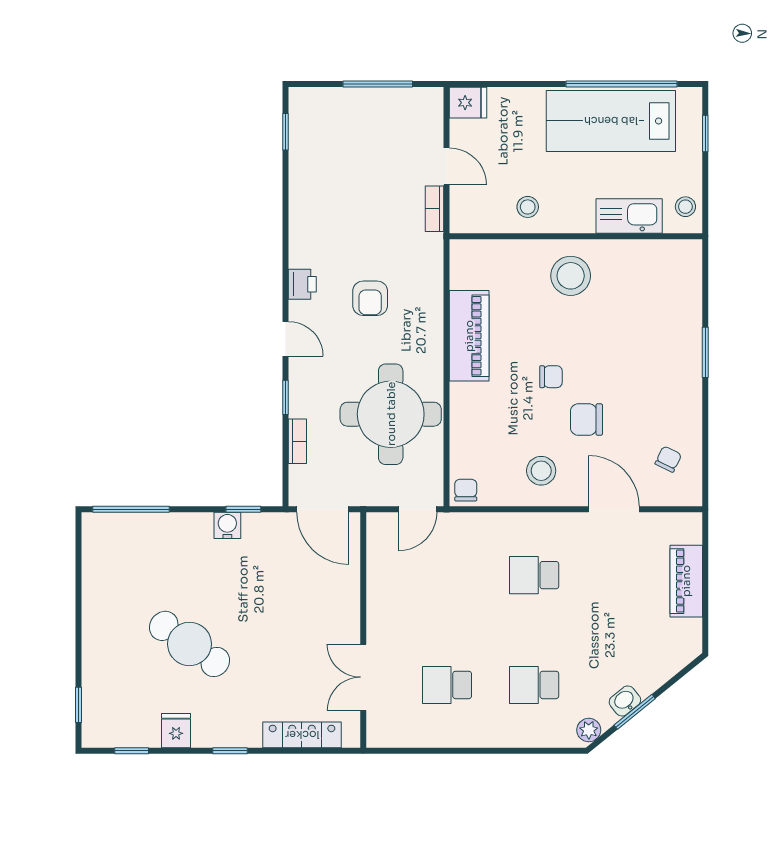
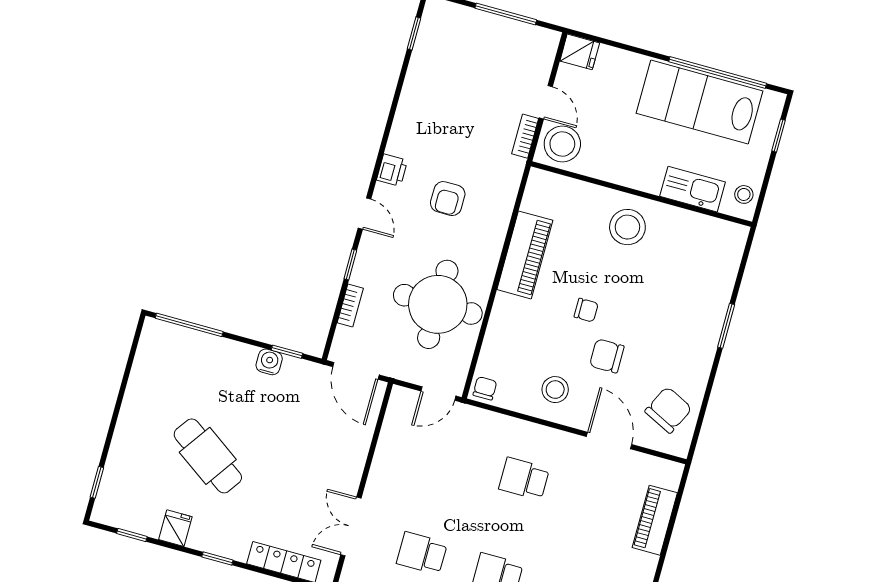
stool: (528, 207) -> (562, 144), moved, width x1.89, depth x1.89
chair: (668, 459) -> (668, 410), width x1.87, depth x1.87

